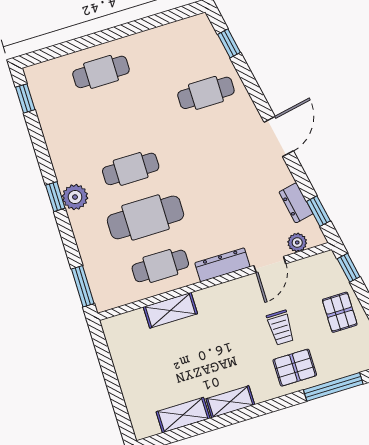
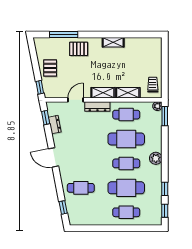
cafe table: (116, 120) -> (126, 188), added
door: (279, 137) -> (53, 157), hinge flipped
window: (55, 197) -> (165, 189), moved
plant: (297, 242) -> (157, 106), moved
trolley: (281, 328) -> (153, 85), moved
shelving: (183, 415) -> (103, 93), moved

